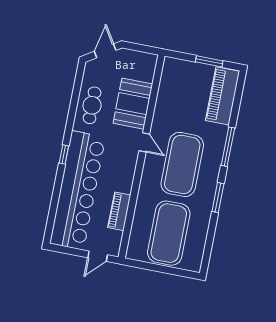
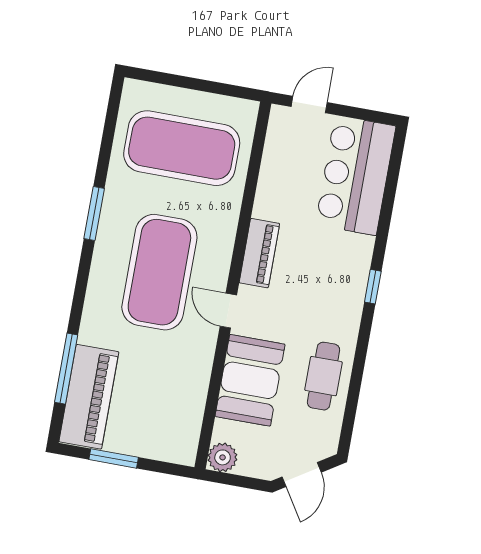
plant: (149, 61) -> (223, 457), added
window: (228, 147) -> (66, 369), moved
bar counter: (78, 190) -> (356, 175), width x0.54
piano: (119, 211) -> (259, 253), moved
exercise mat: (169, 233) -> (182, 148), turned 90

